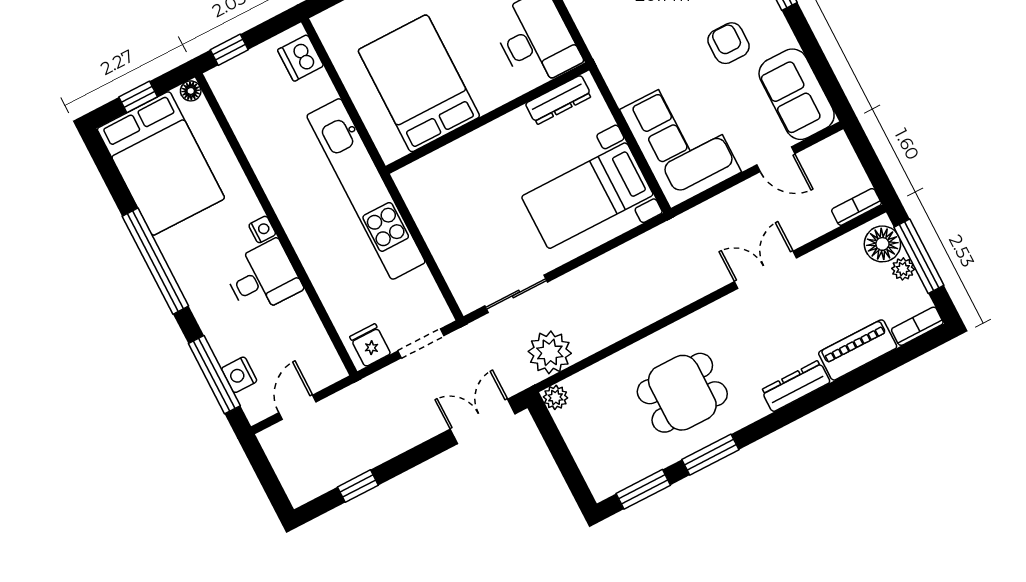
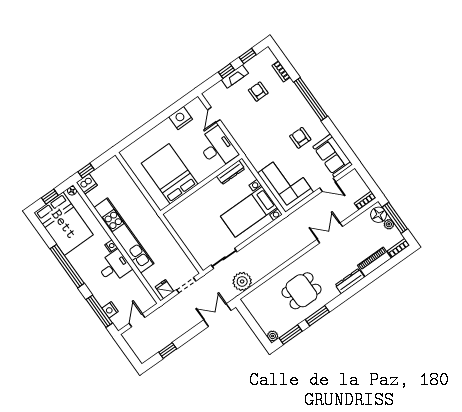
dishwasher: (301, 58) -> (87, 184), moved, turned -90
kitchen unit: (366, 189) -> (124, 235), moved, turned 180
plant: (555, 397) -> (273, 336), moved

